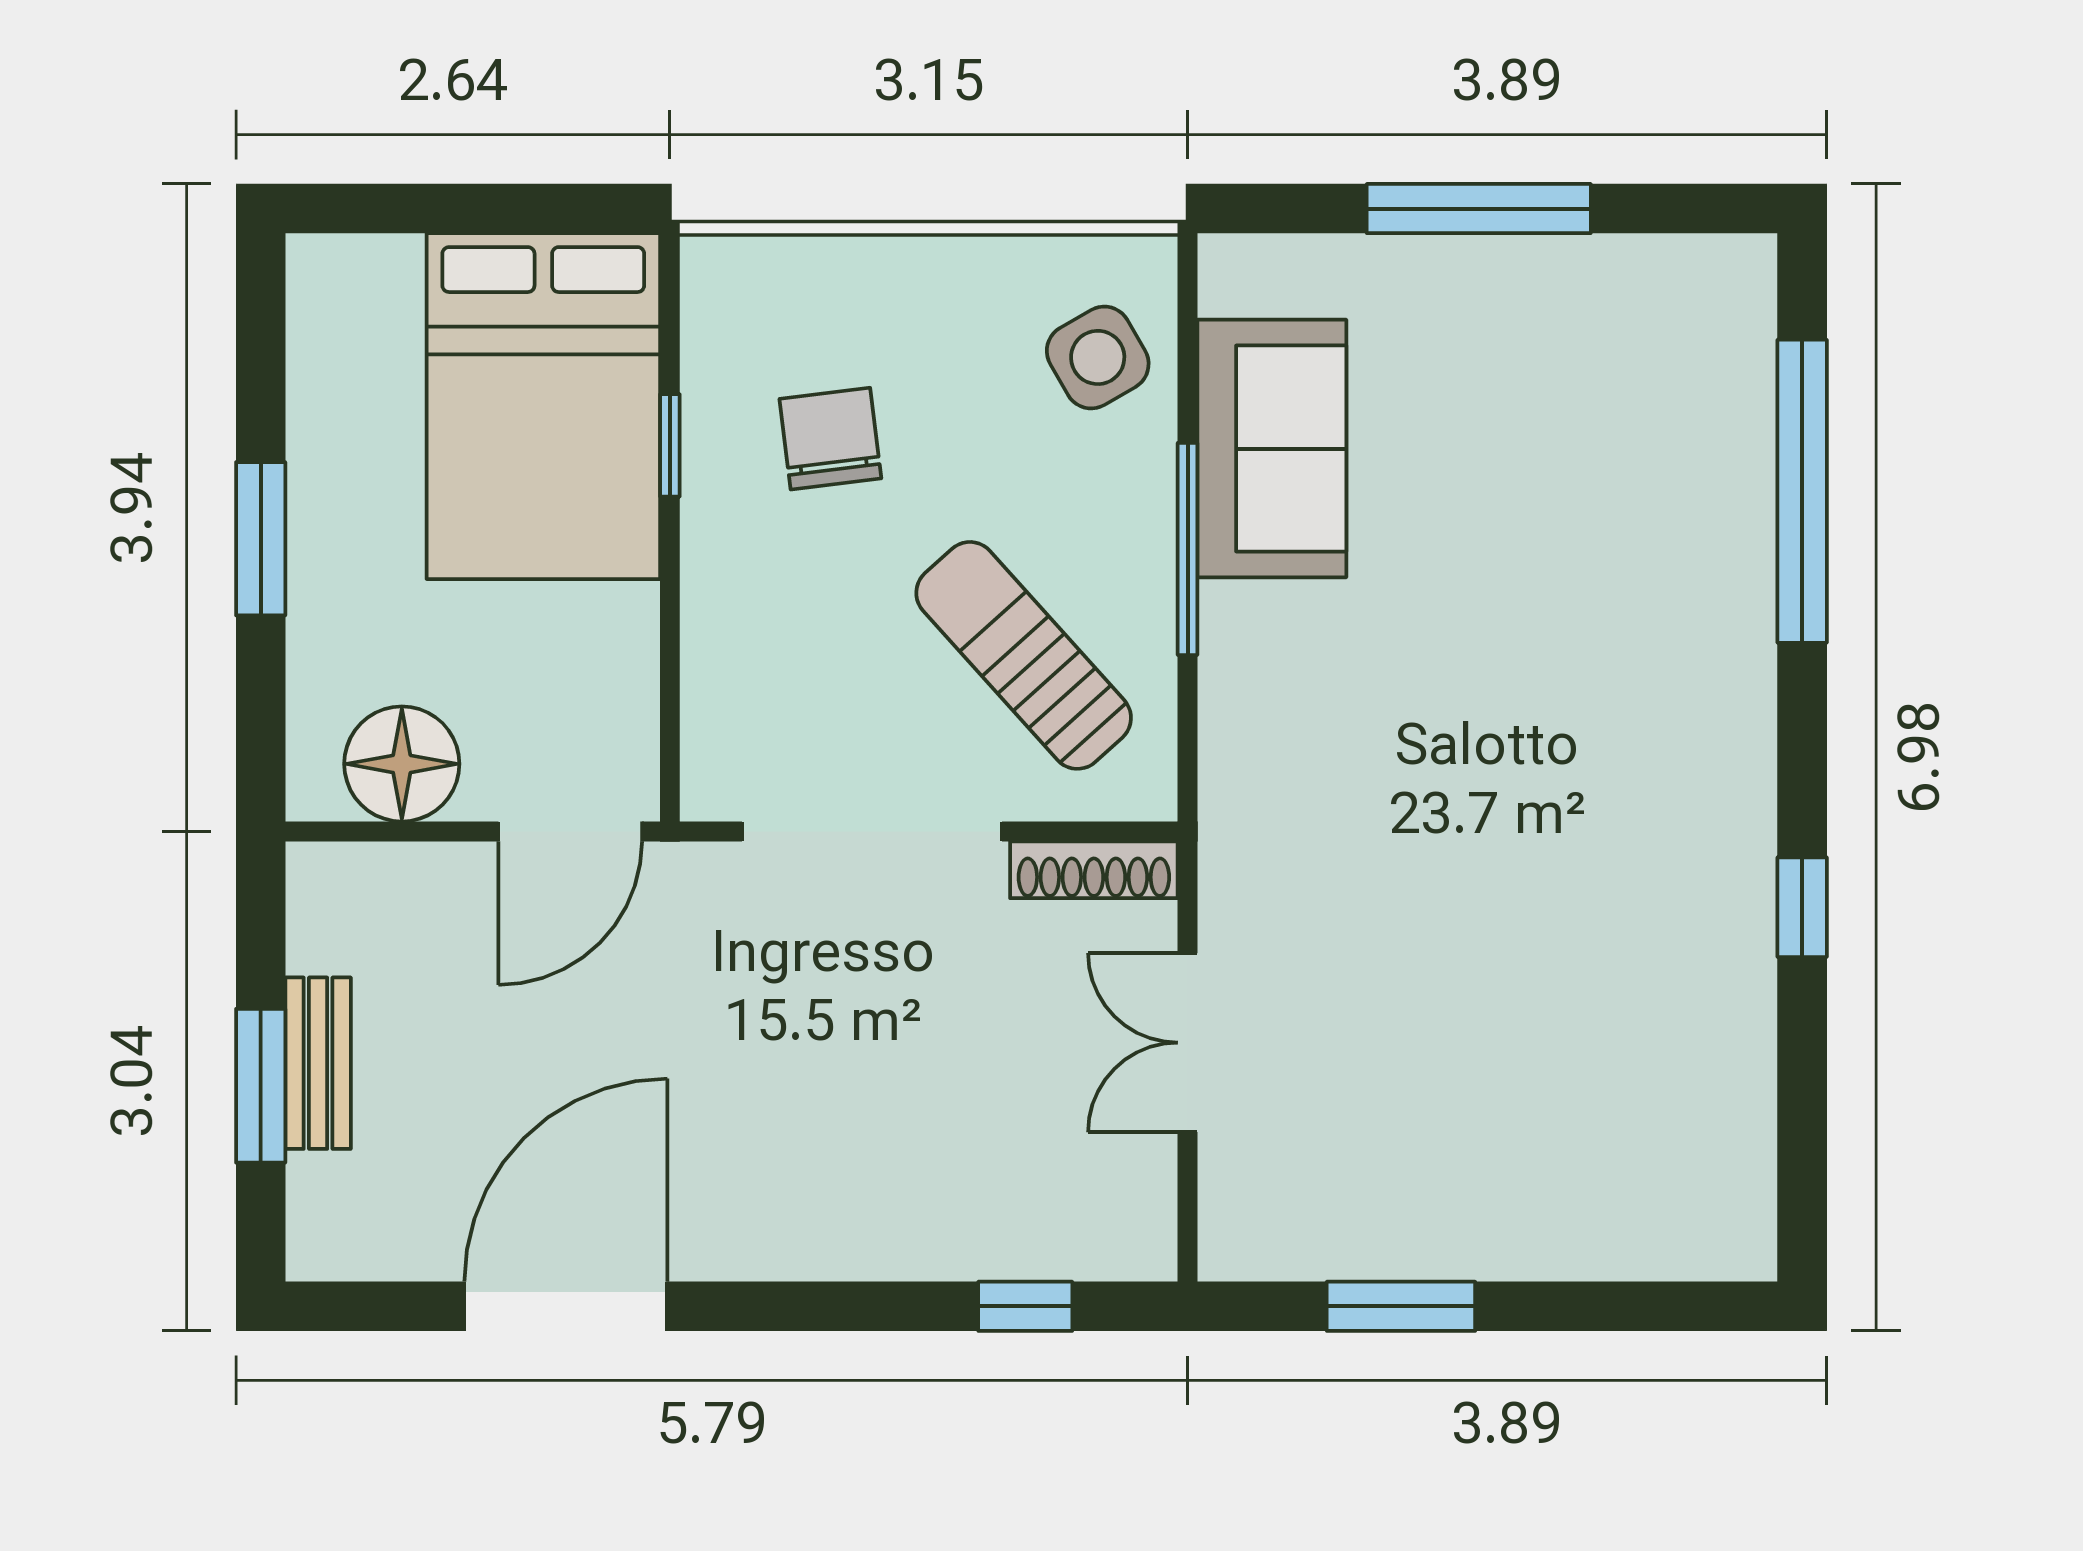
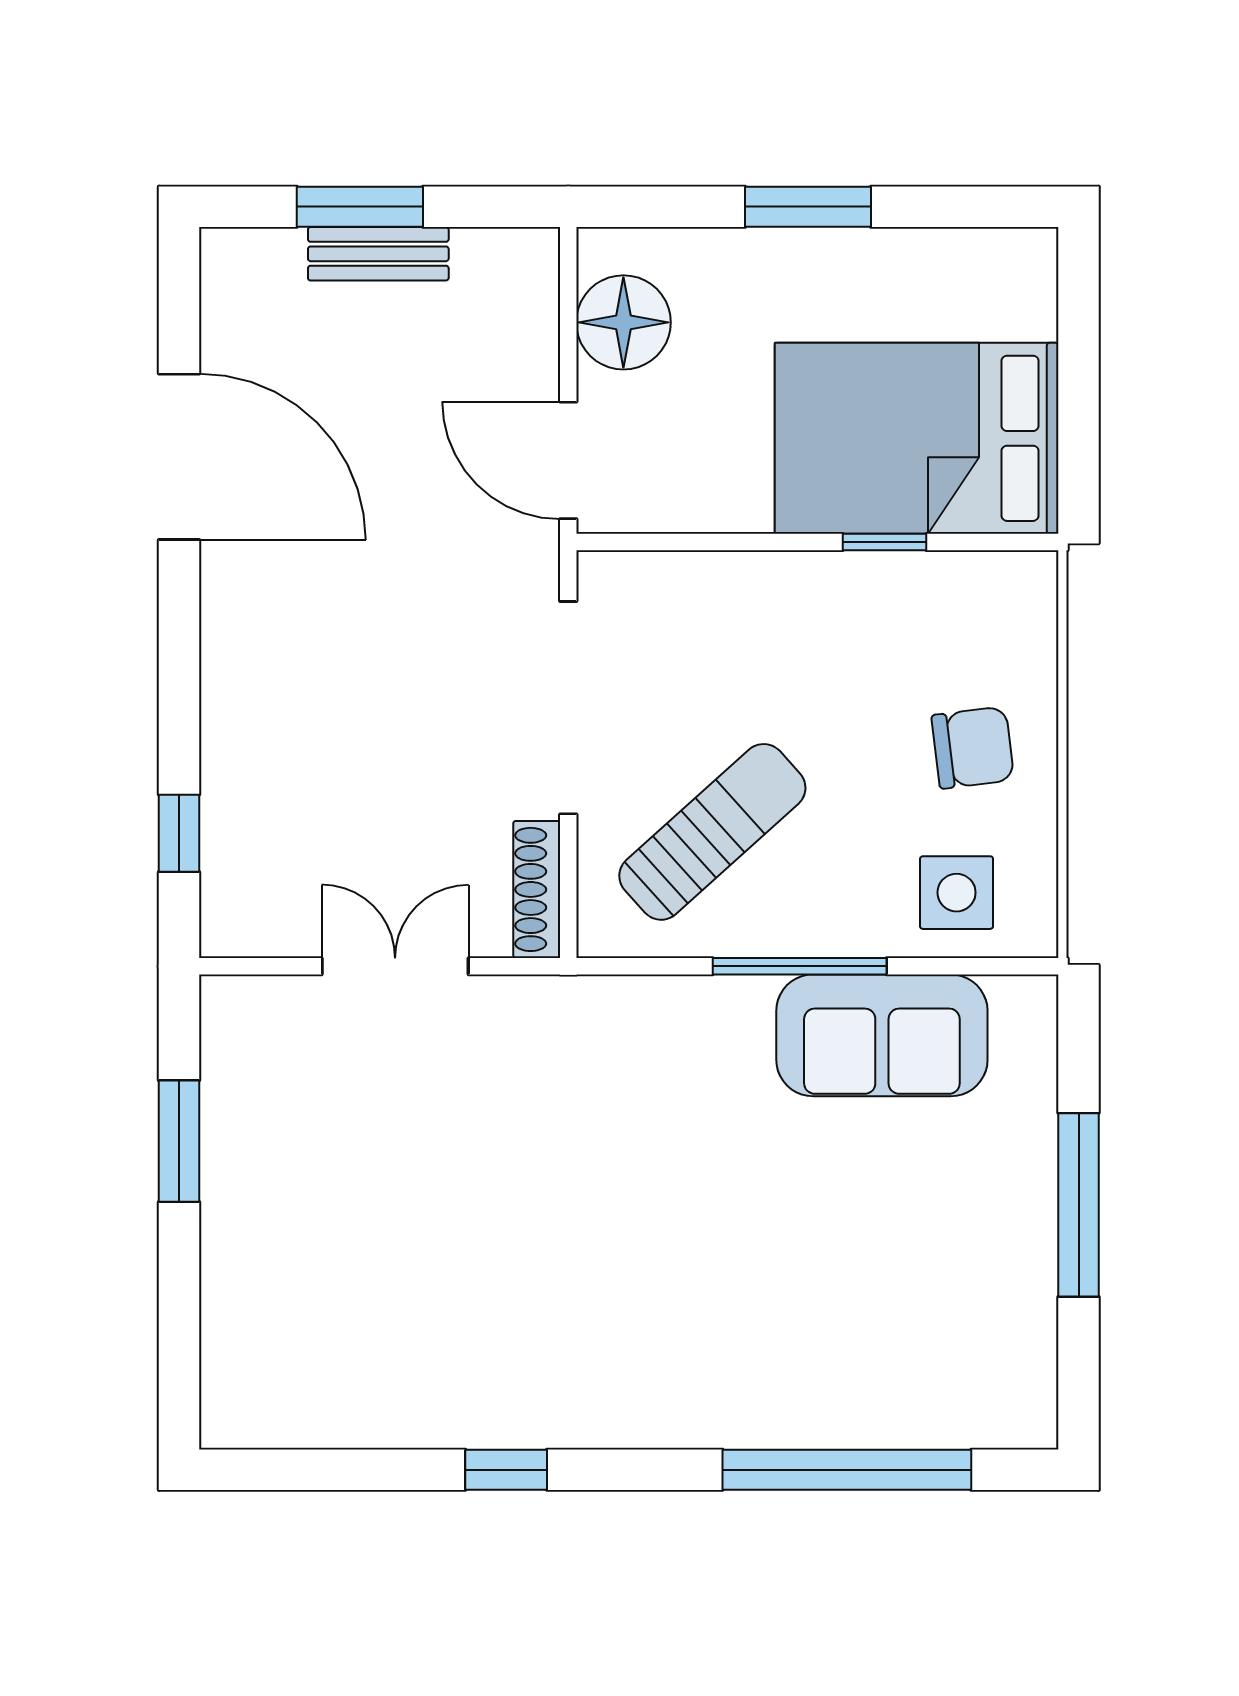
side table: (1098, 357) -> (957, 893), turned 30
chair: (830, 439) -> (973, 748), moved

